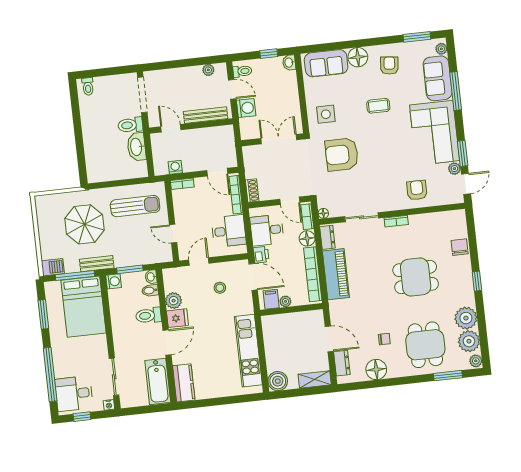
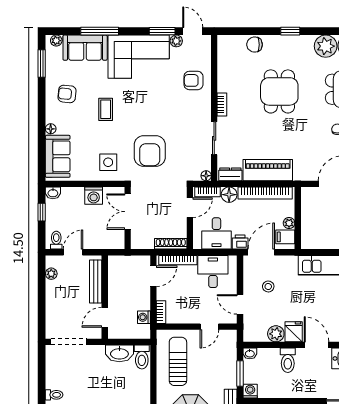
floor lamp: (358, 57) -> (51, 129), width x0.53, depth x0.53
washing machine: (246, 108) -> (94, 196), moved, turned 180
toilet: (130, 125) -> (142, 357), moved
shoe rack: (252, 191) -> (171, 244), width x1.43
bidet: (150, 290) -> (263, 356), removed

